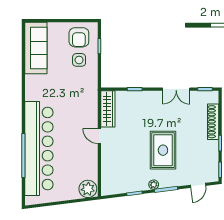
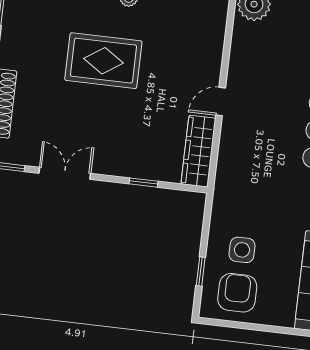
door: (99, 136) -> (221, 101), swing flipped
rug: (163, 150) -> (103, 61), turned 90

